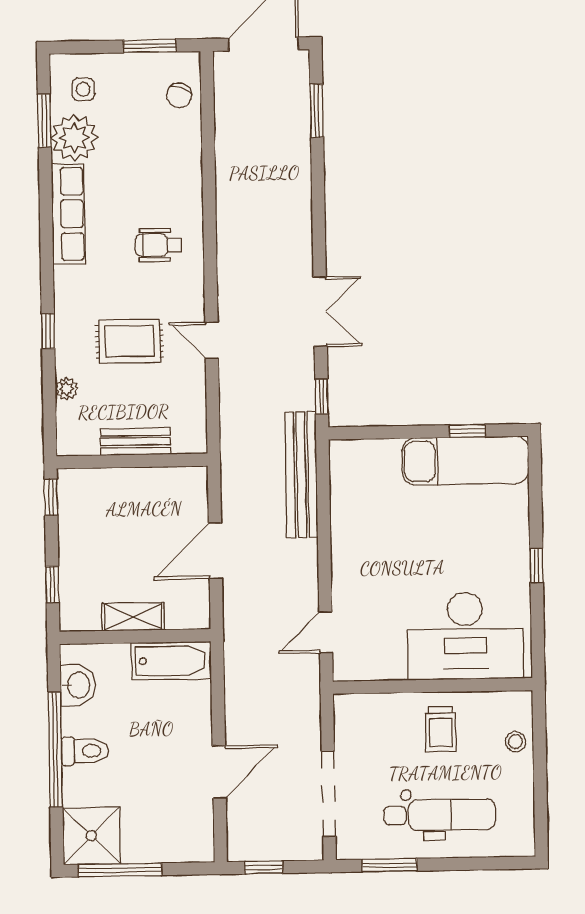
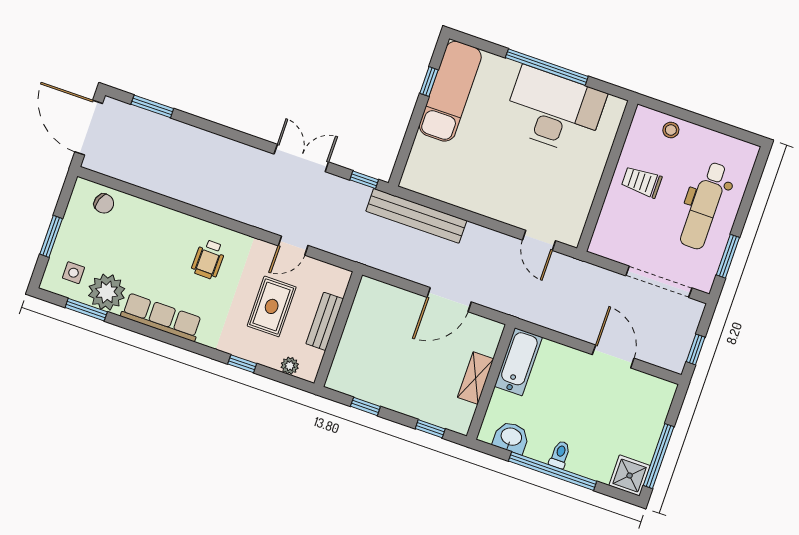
window: (150, 46) -> (51, 236), moved
bench: (135, 442) -> (325, 321), moved
wall: (132, 461) -> (338, 329), moved
door: (215, 551) -> (449, 300), hinge flipped
window: (536, 566) -> (547, 67), width x3.17
desk: (465, 636) -> (554, 111), moved, turned -90
trolley: (441, 729) -> (642, 182), turned 180
toilet: (85, 751) -> (560, 455), width x0.73, depth x0.72
dental chair: (440, 815) -> (704, 206), turned 180
shower: (91, 836) -> (630, 475), width x0.73, depth x0.73

